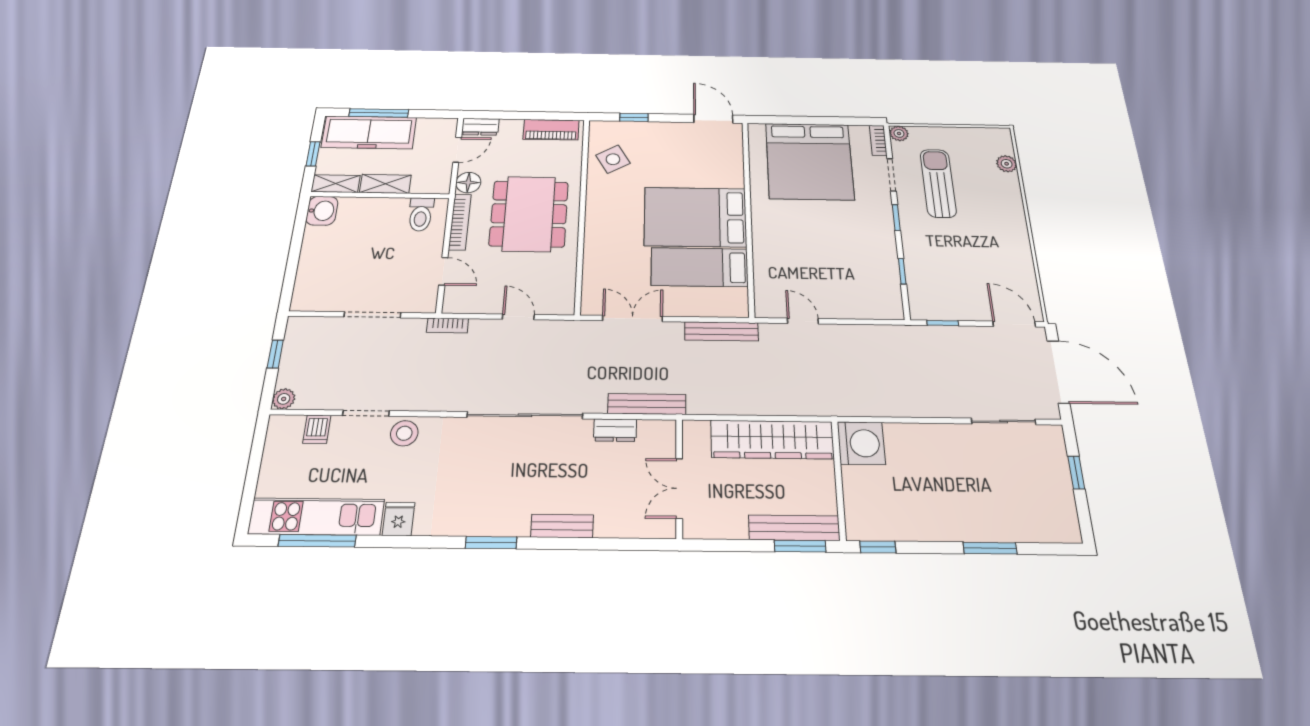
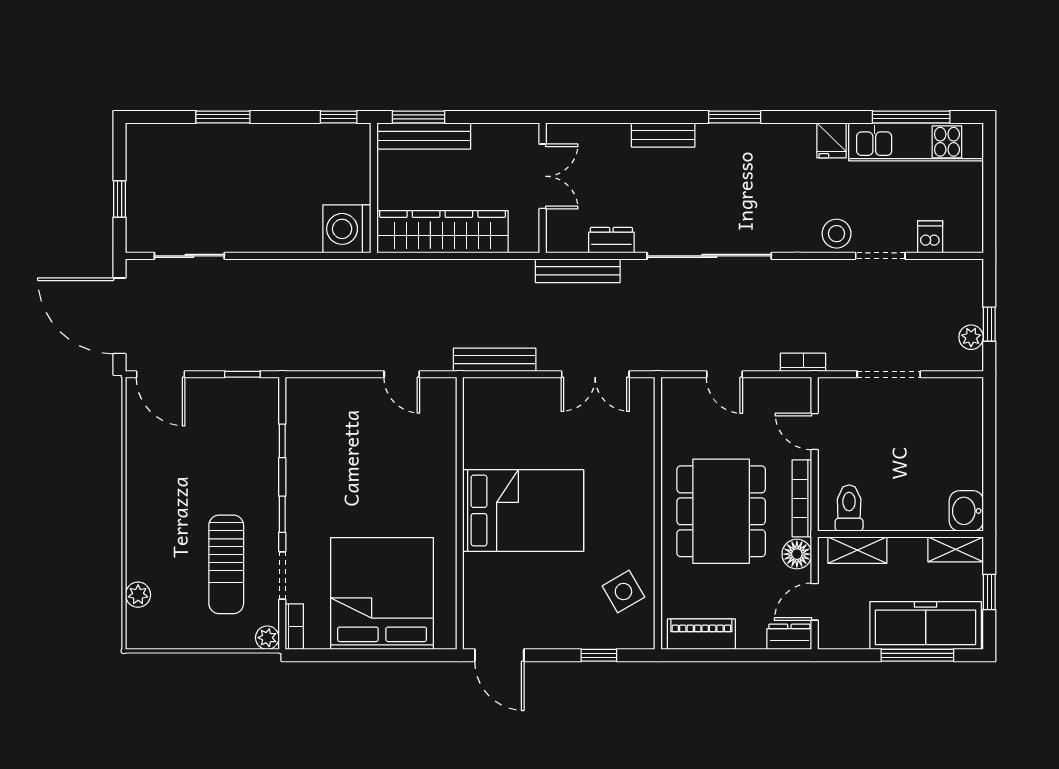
shelving: (385, 184) -> (857, 550), moved
bed: (700, 267) -> (519, 442), removed
plant: (284, 399) -> (971, 337), moved

